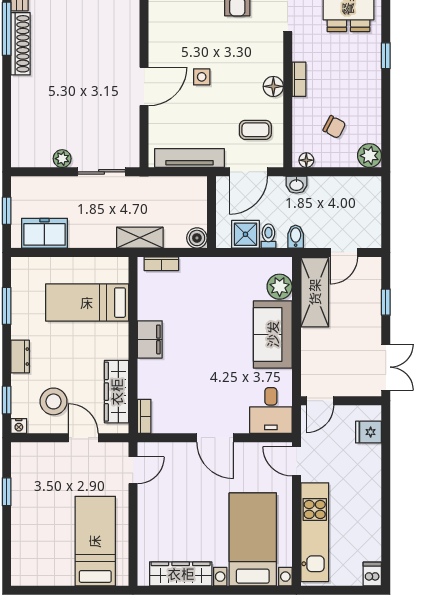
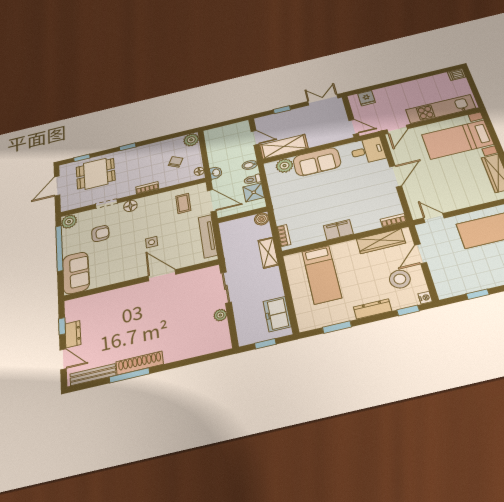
floor lamp: (273, 86) -> (130, 206), moved
dresser: (20, 357) -> (373, 309), width x1.44

